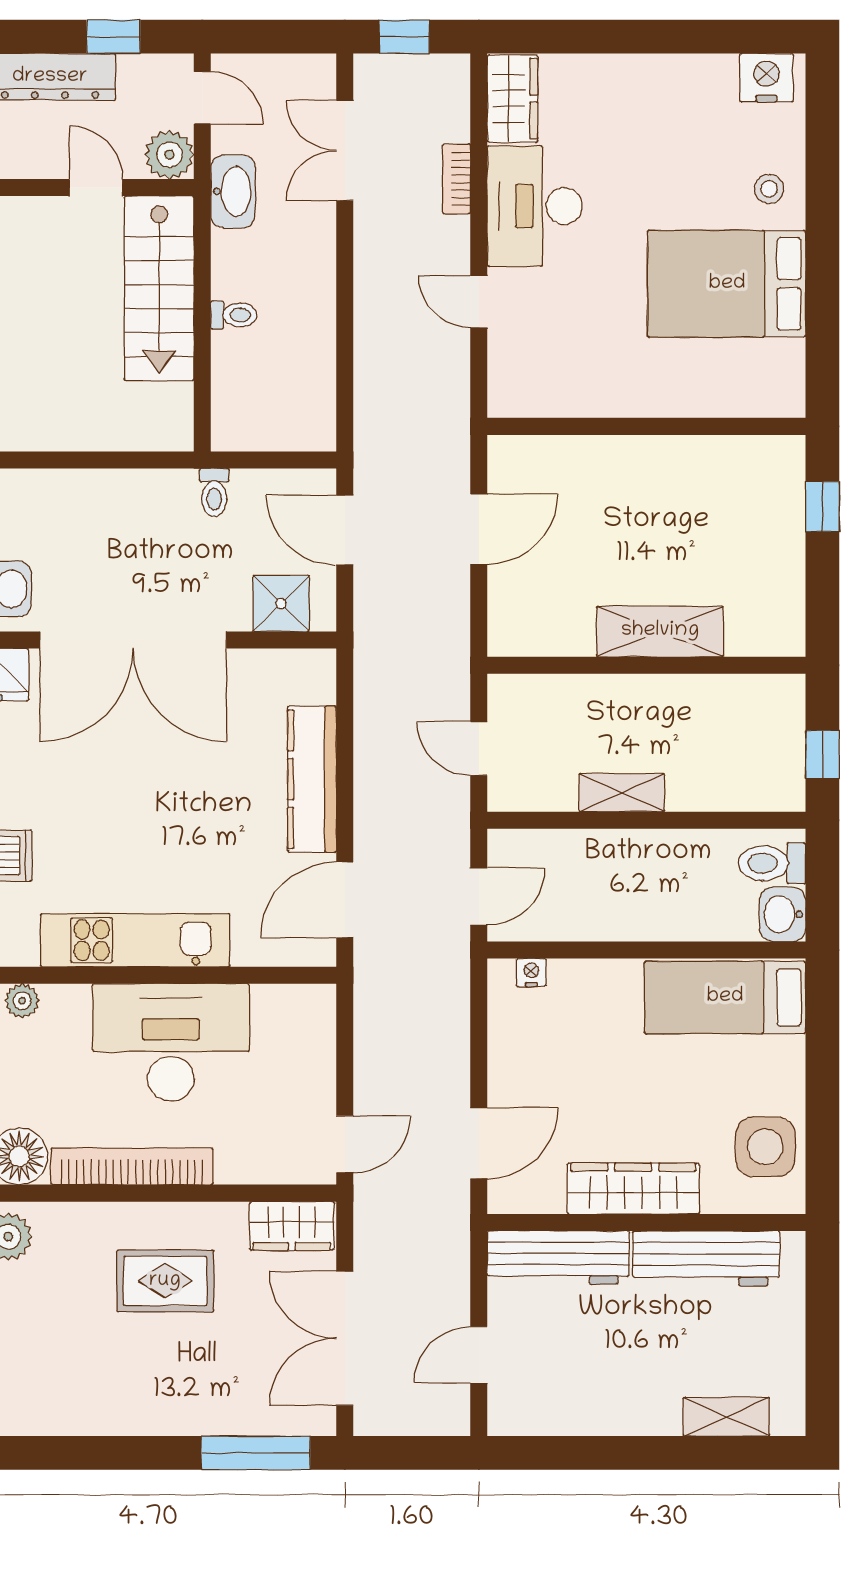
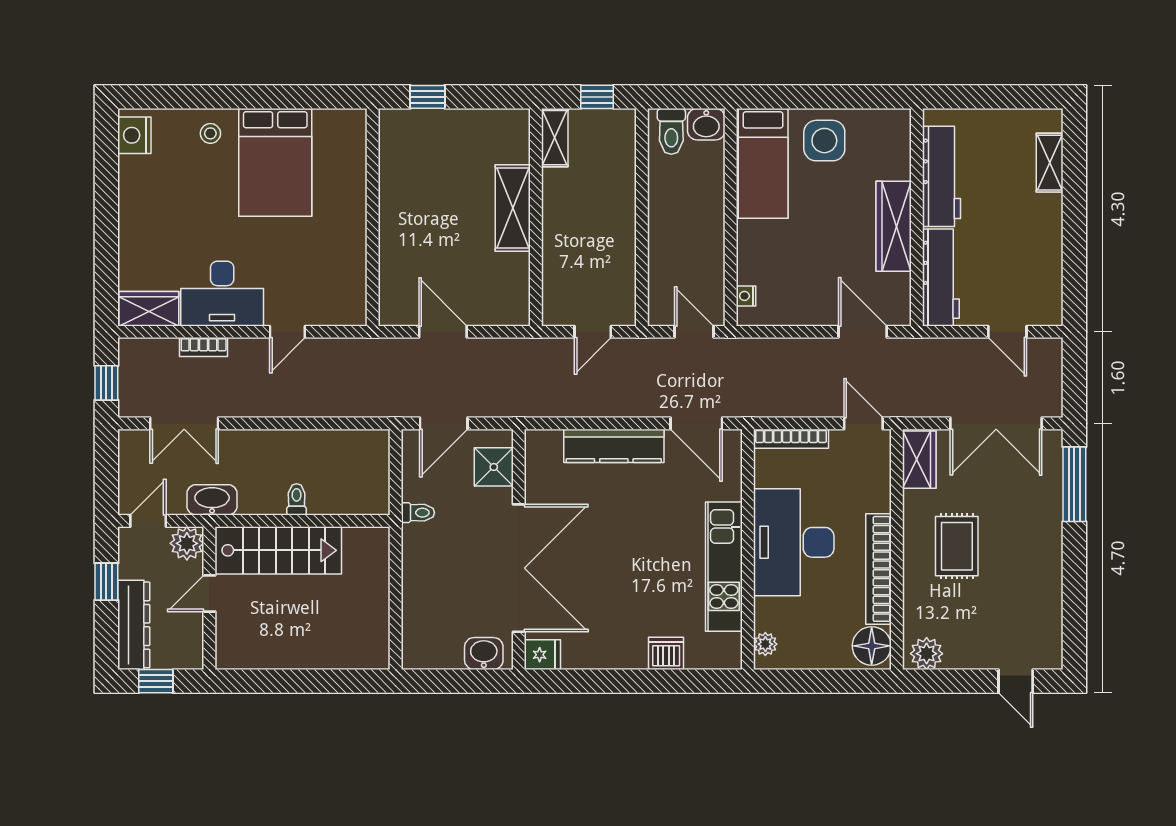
shelving: (622, 793) -> (555, 138), moved
bookcase: (322, 1038) -> (791, 439), added
side table: (765, 1147) -> (824, 141), moved

